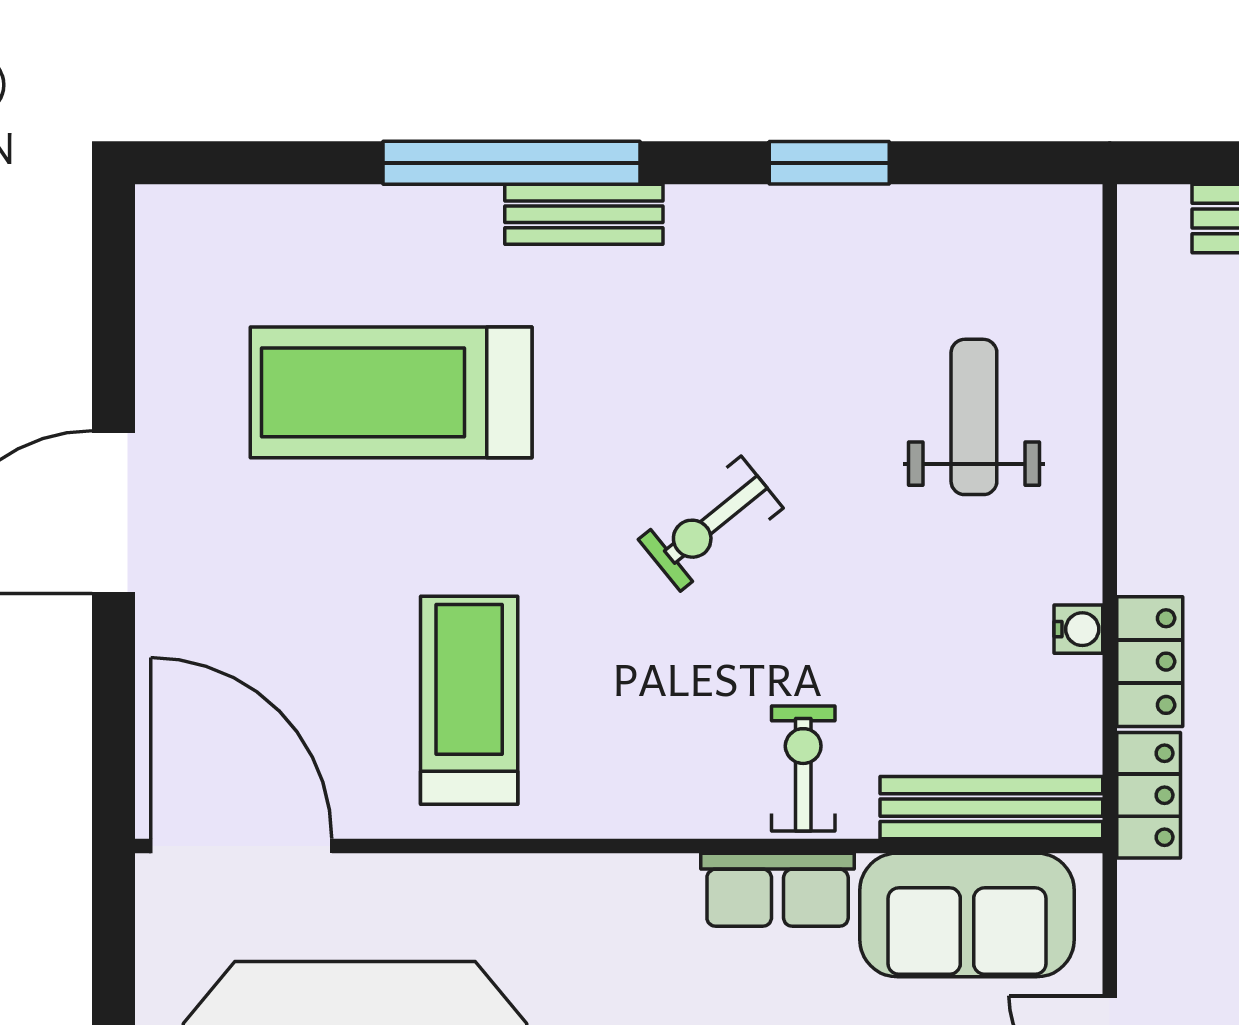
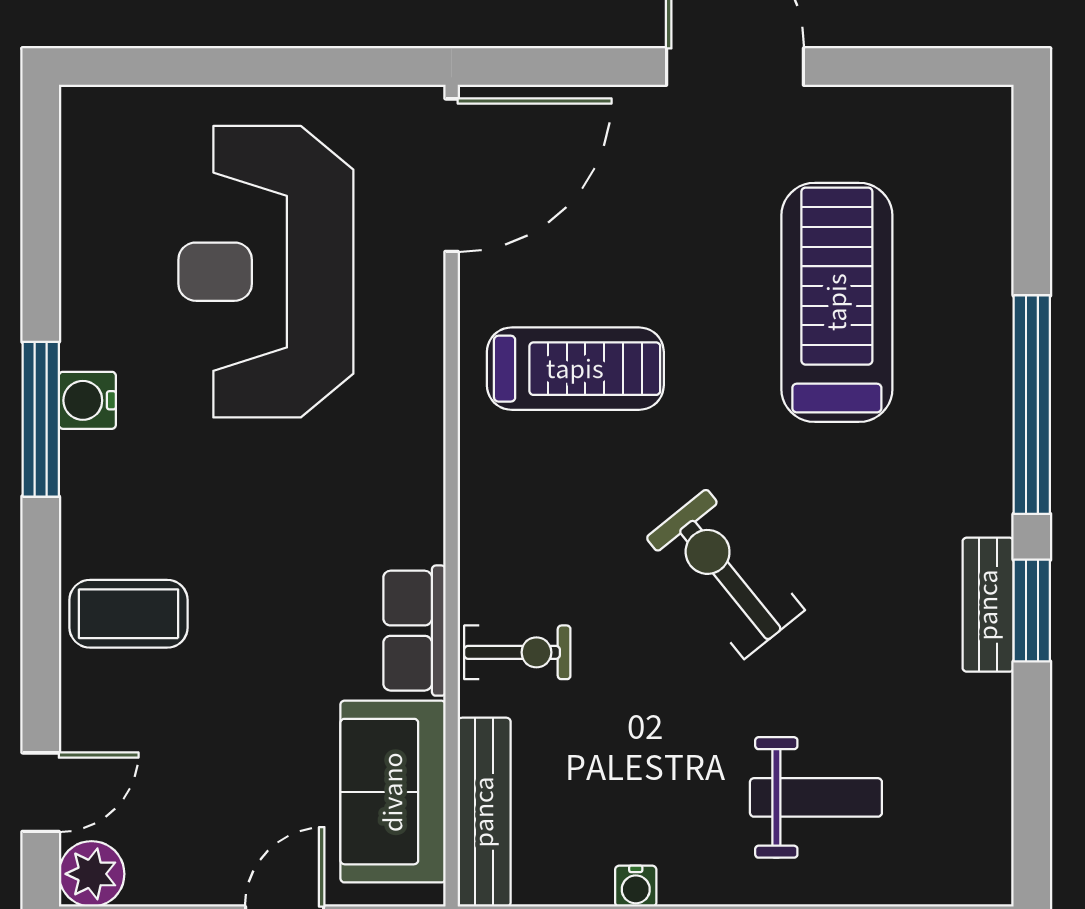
window: (829, 163) -> (1032, 611), moved
bench: (584, 214) -> (988, 605), moved
exercise bike: (711, 524) -> (725, 574), width x1.38, depth x1.39

